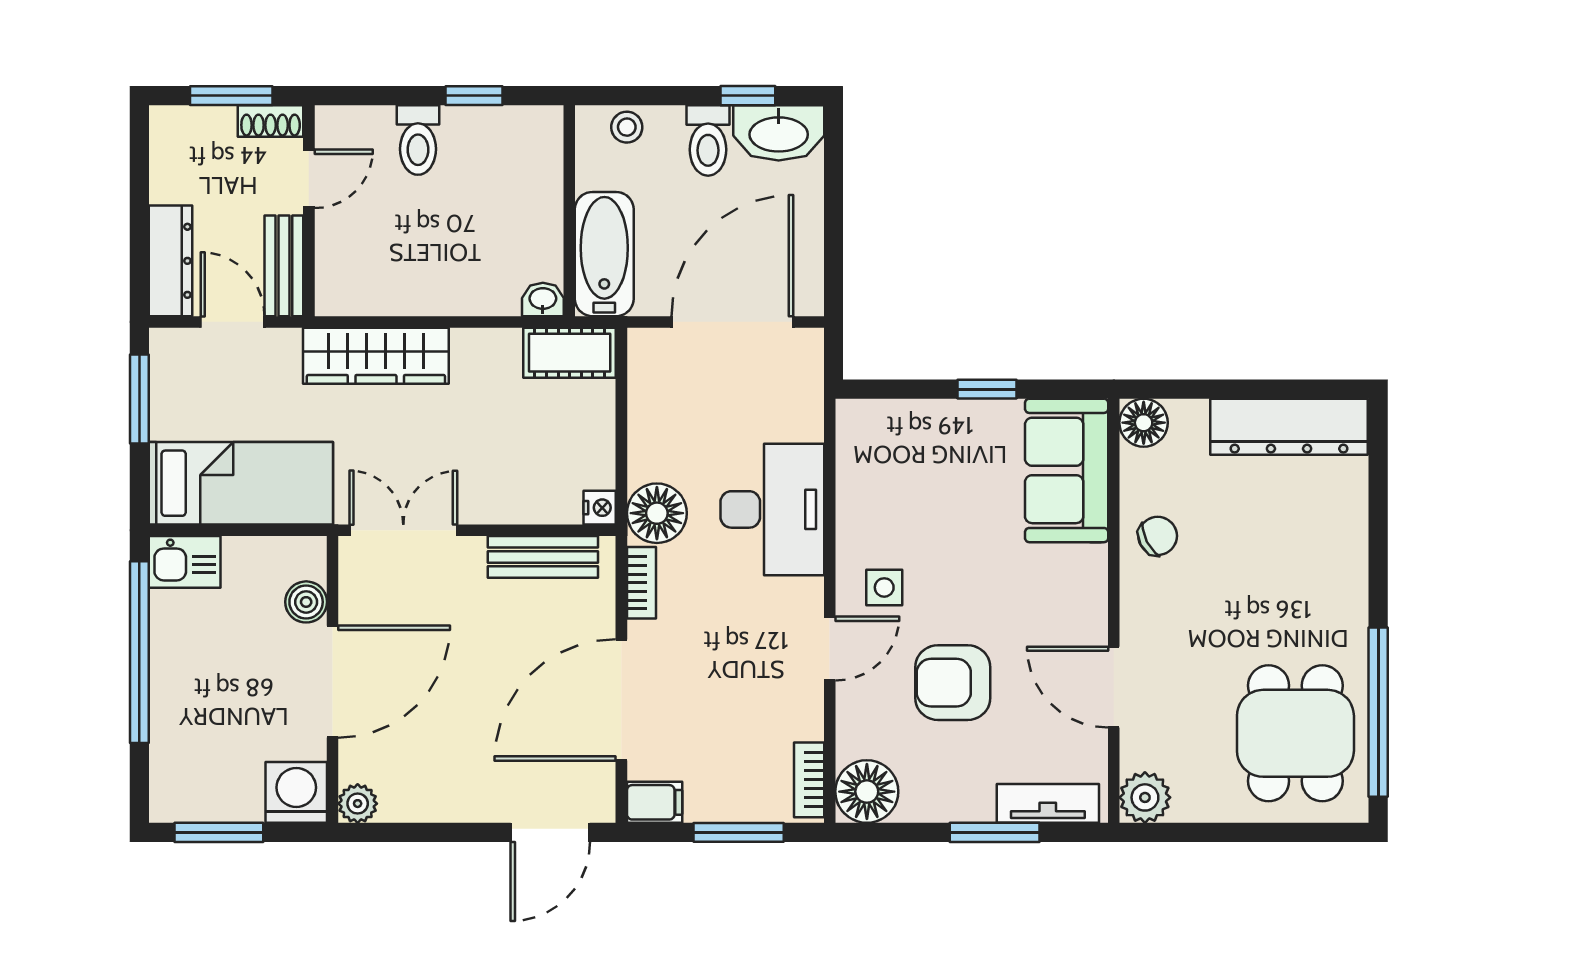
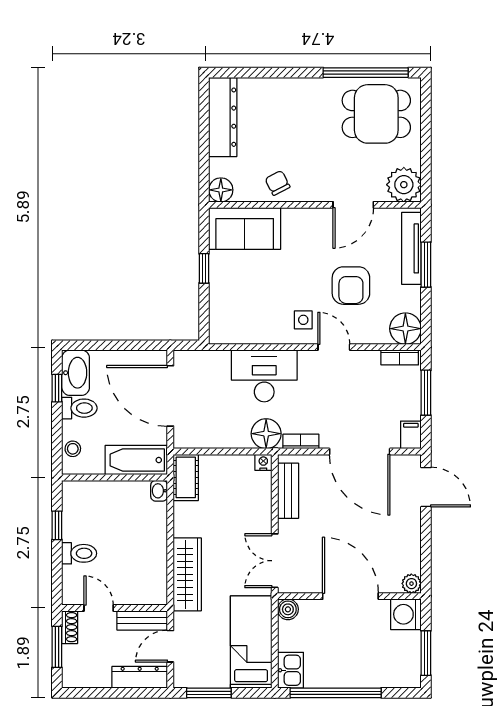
boiler: (306, 602) -> (288, 609), moved
plant: (1145, 797) -> (404, 185), width x1.36, depth x1.36
tv unit: (1048, 803) -> (411, 248), width x1.41

